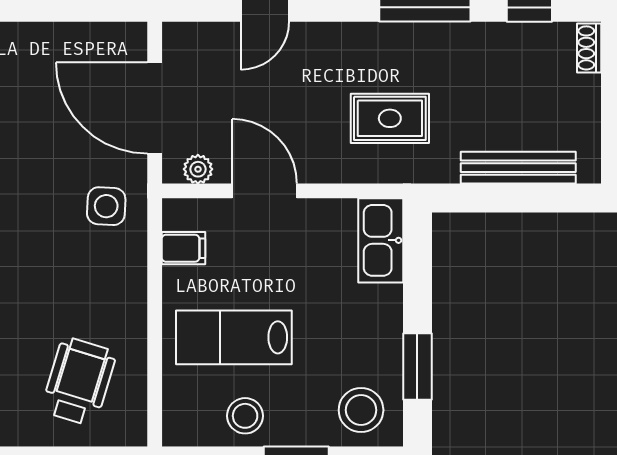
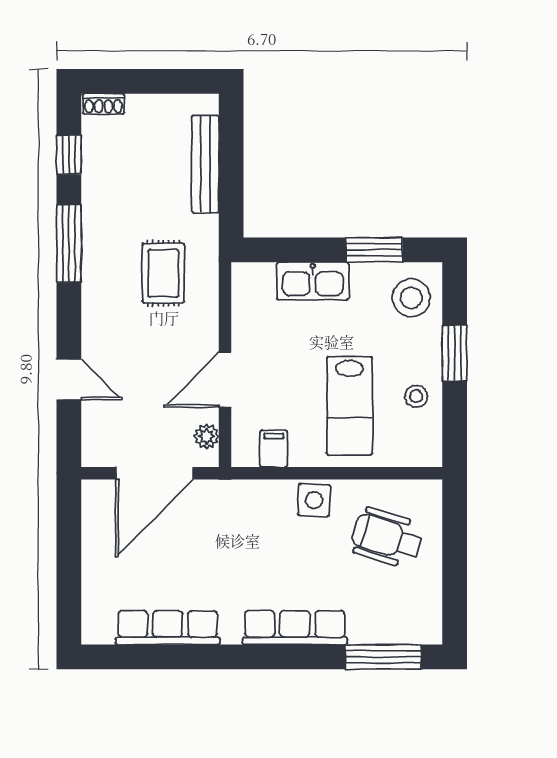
side table: (106, 206) -> (314, 500), moved
kitchen sink: (381, 240) -> (313, 281), moved
stool: (245, 416) -> (416, 396), width x0.73, depth x0.73

